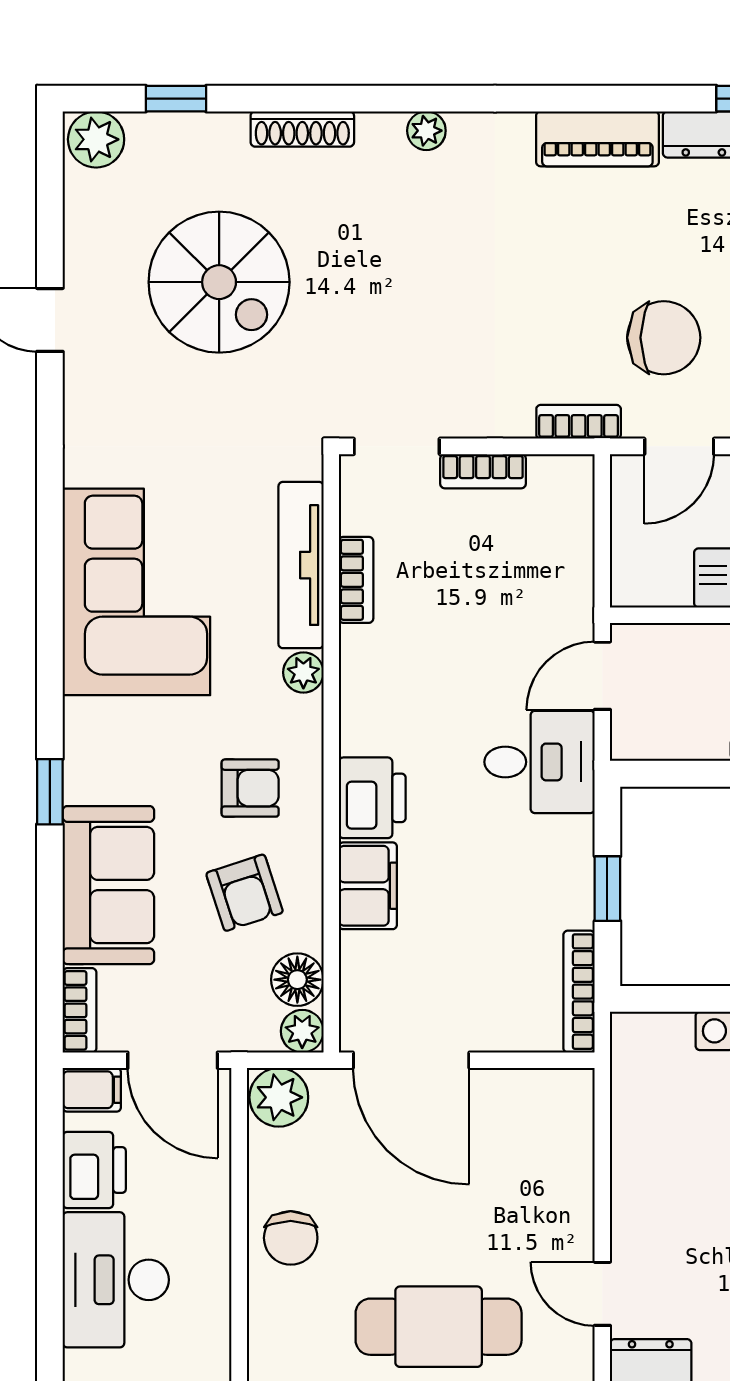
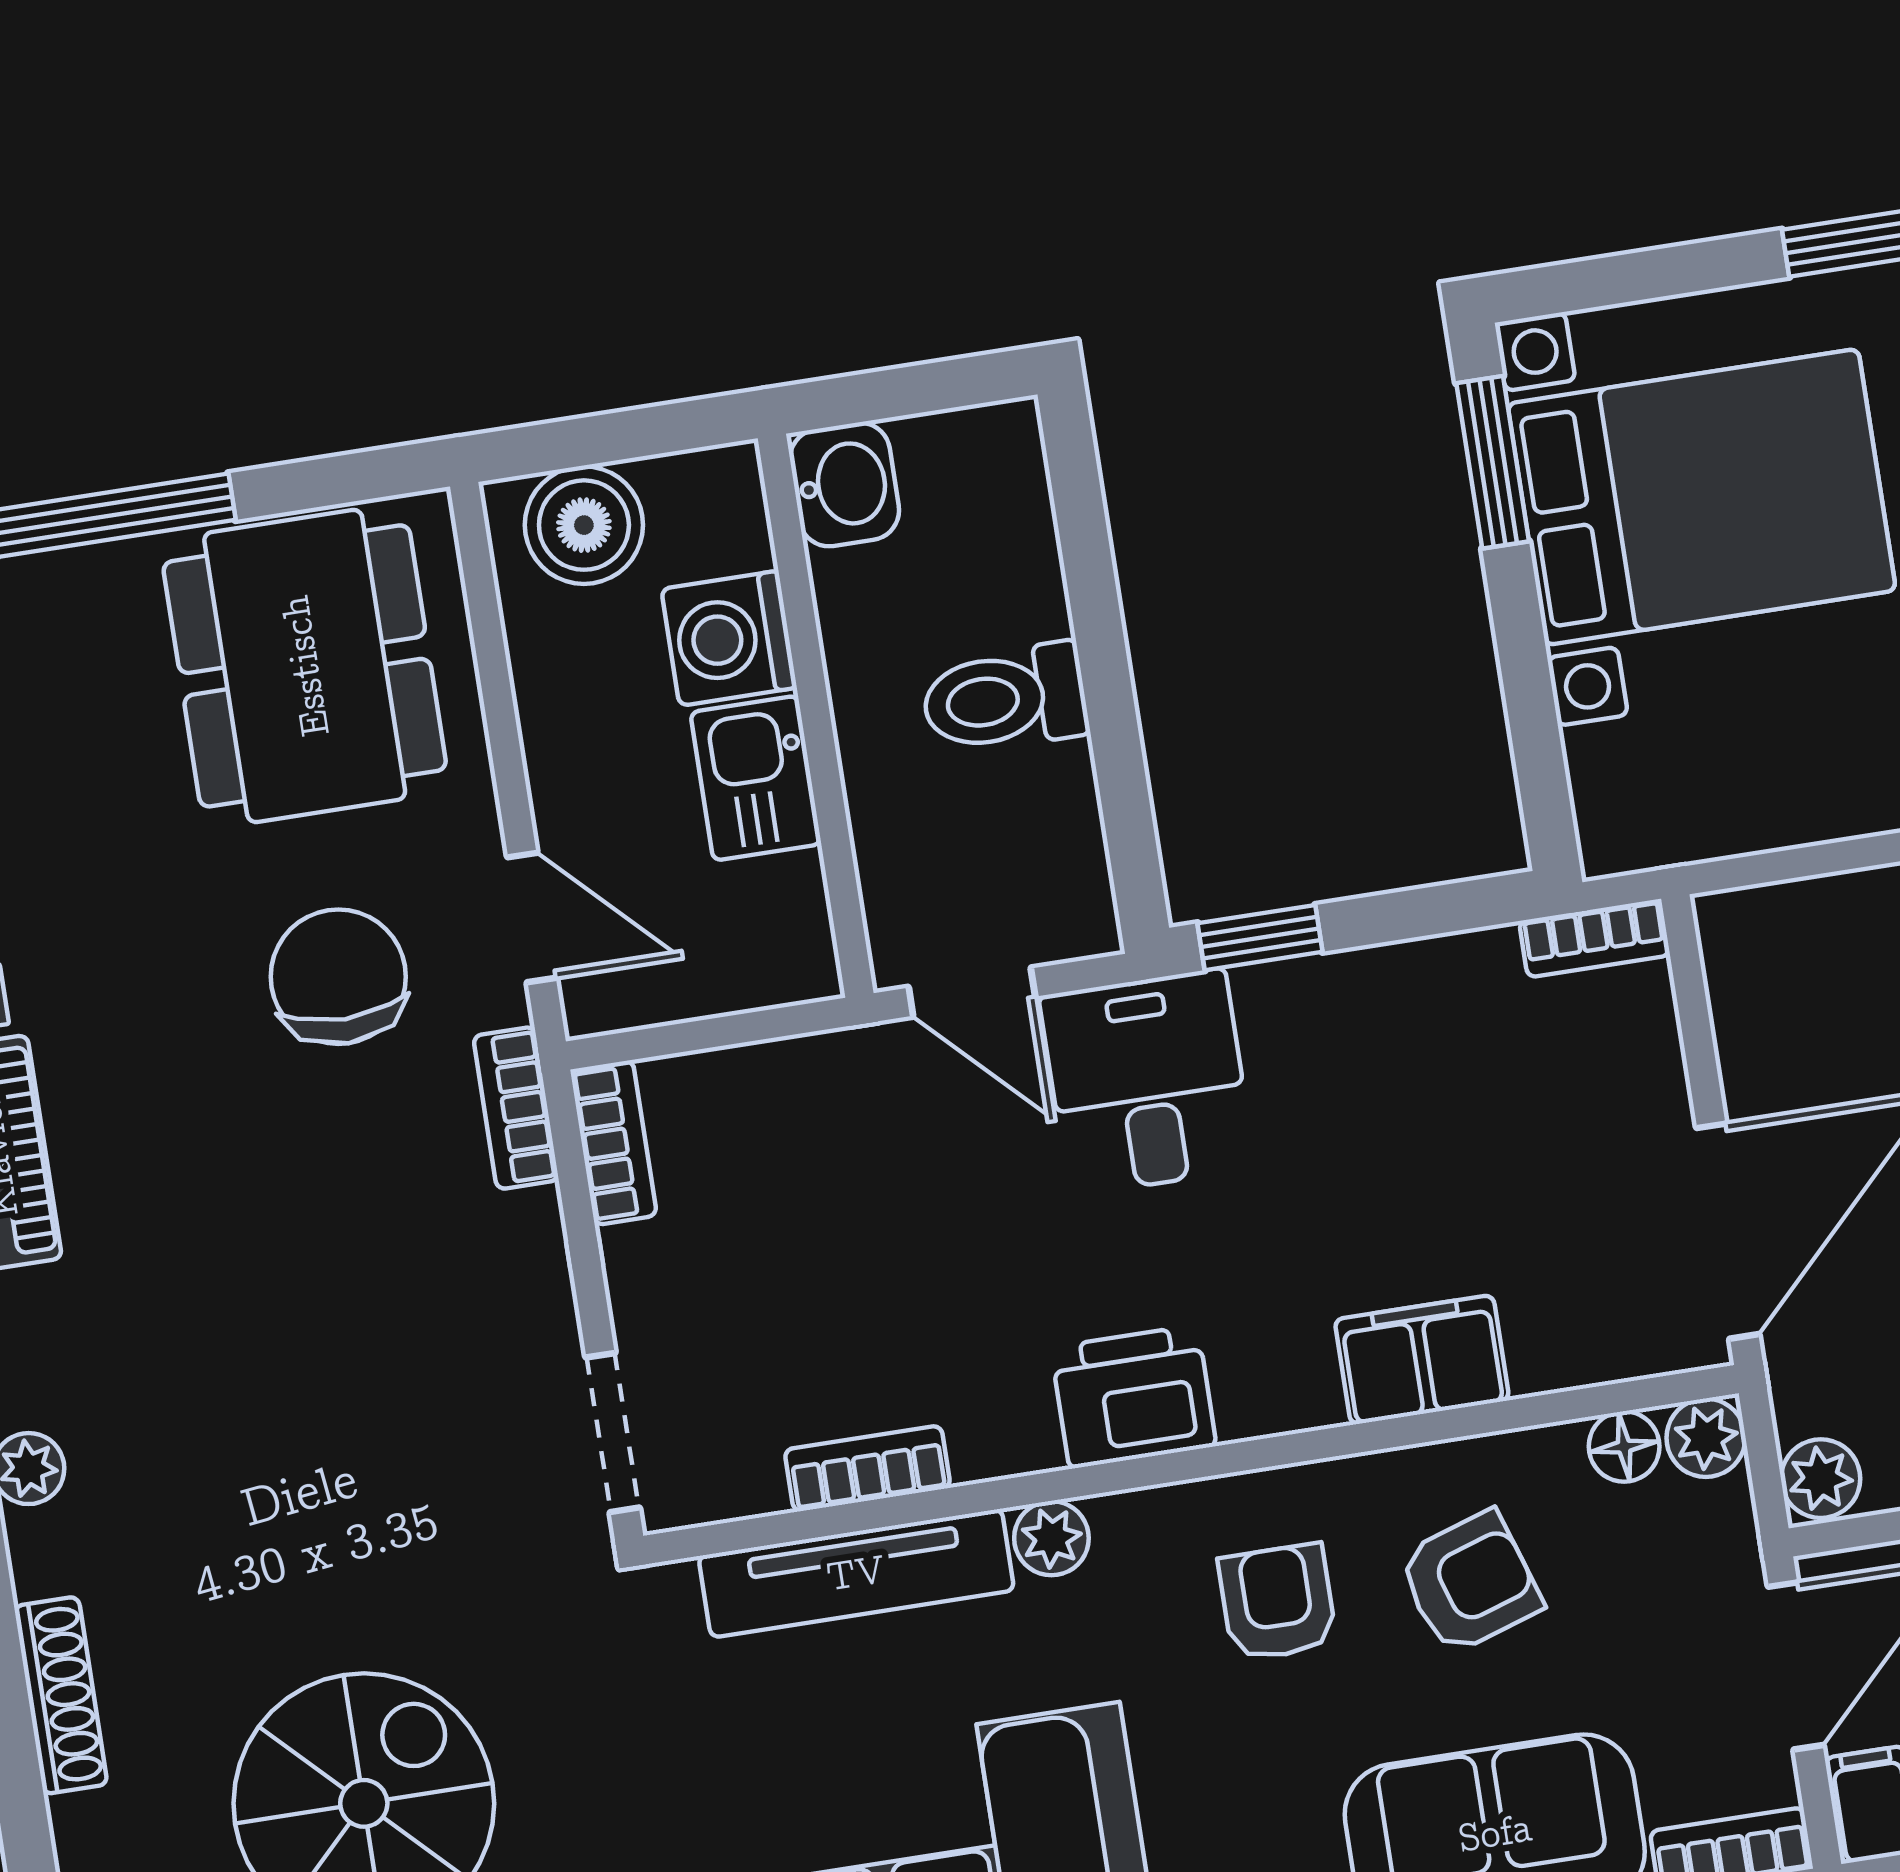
bookcase: (483, 471) -> (614, 1143), moved
printer: (372, 798) -> (1133, 1397), moved
window: (607, 889) -> (1260, 938), moved
floor lamp: (297, 980) -> (1624, 1447), width x0.73, depth x0.73
bookcase: (579, 992) -> (1595, 938), width x0.64
plant: (279, 1097) -> (1821, 1479), width x0.73, depth x0.73

